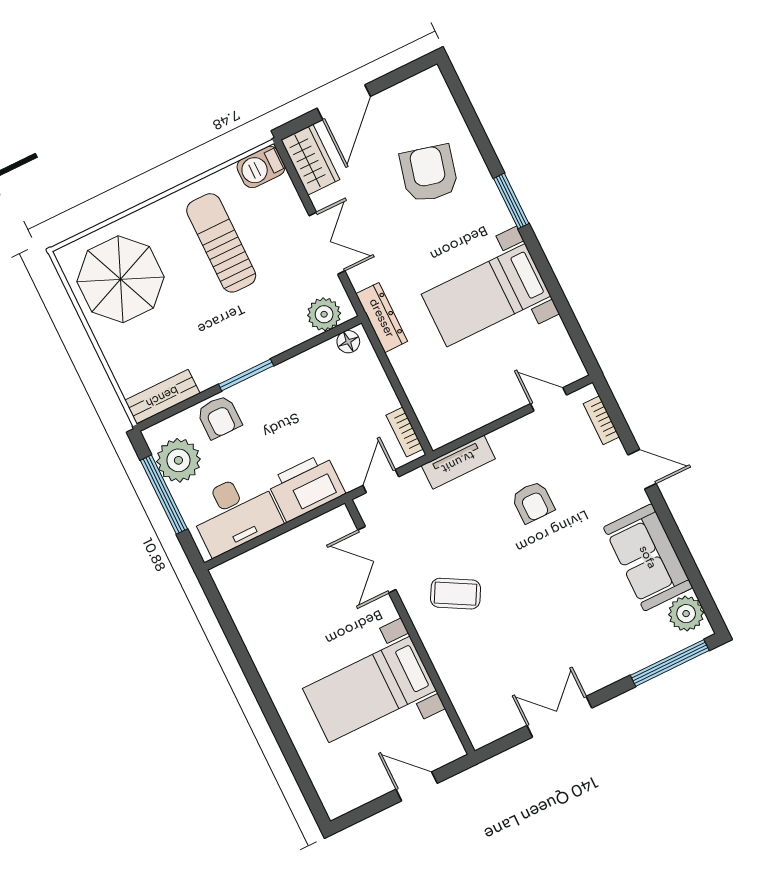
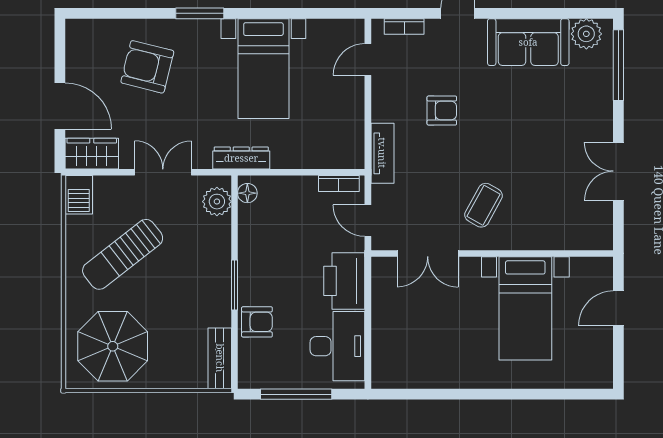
sun lounger: (221, 243) -> (123, 254), turned -38
plant: (178, 460) -> (275, 370), removed

